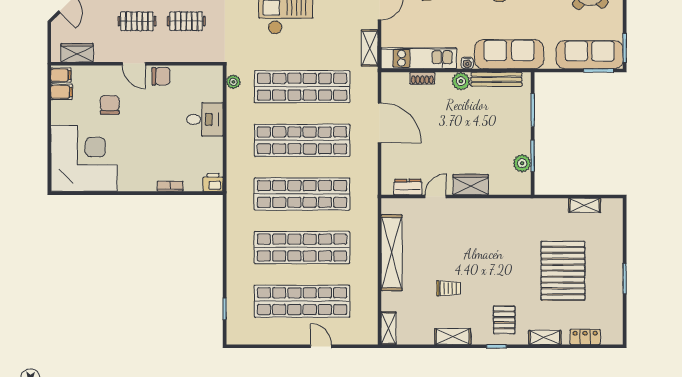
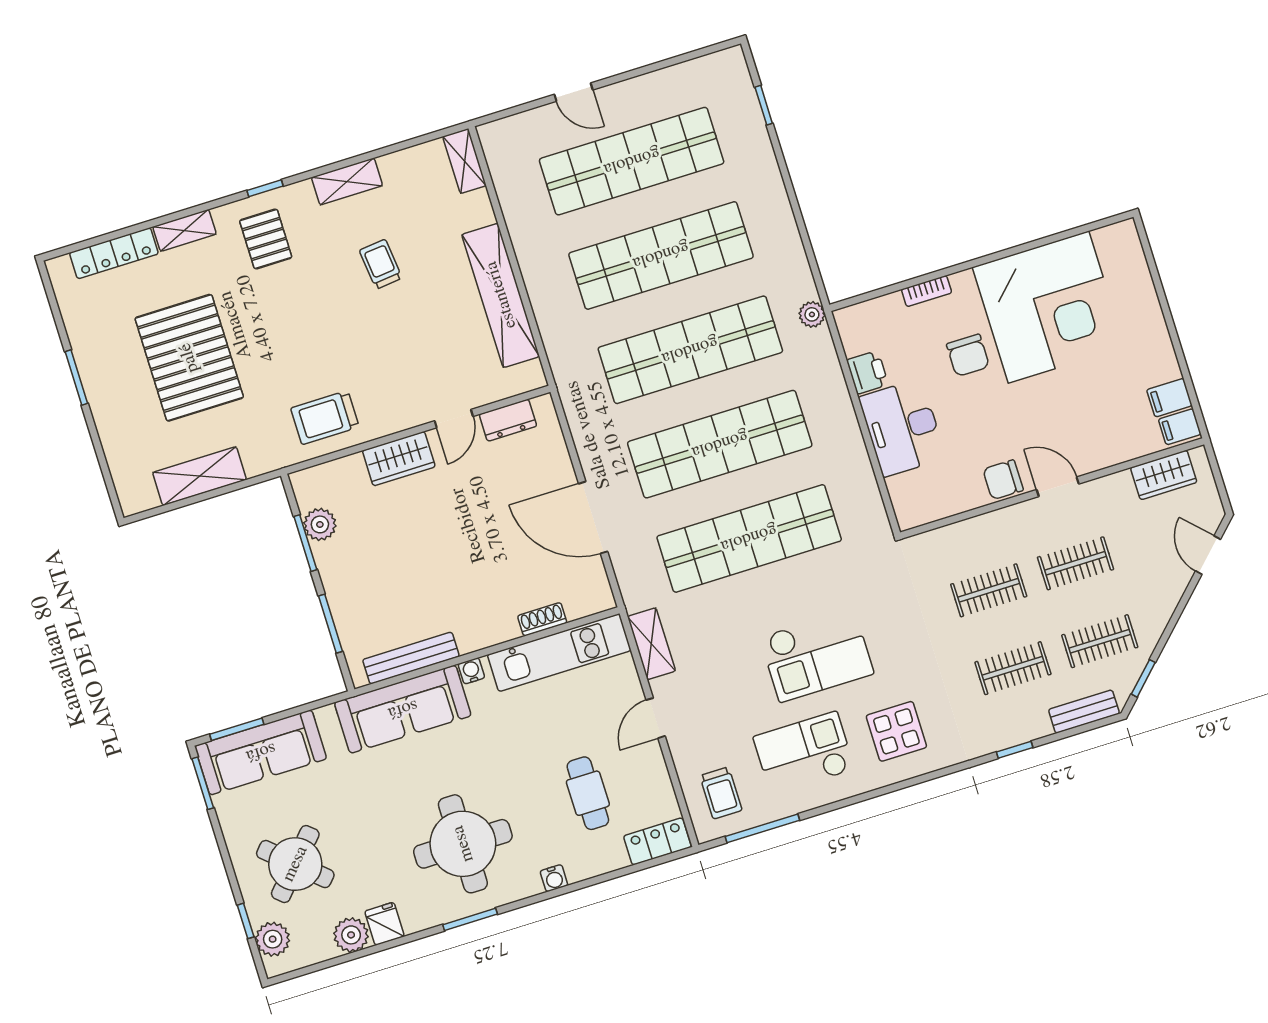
plant: (461, 81) -> (473, 635), removed
plant: (233, 82) -> (812, 314), moved
chair: (110, 105) -> (968, 355), moved
desk: (205, 119) -> (902, 428), width x1.37
corner desk: (84, 158) -> (1049, 307), moved, turned -90
printer: (213, 182) -> (867, 372), moved, turned -90
shelving: (585, 205) -> (200, 476), width x1.50, depth x1.33
trolley: (502, 218) -> (325, 418), added
trolley: (449, 288) -> (381, 264), turned 84
locker: (585, 337) -> (114, 253), width x1.53

